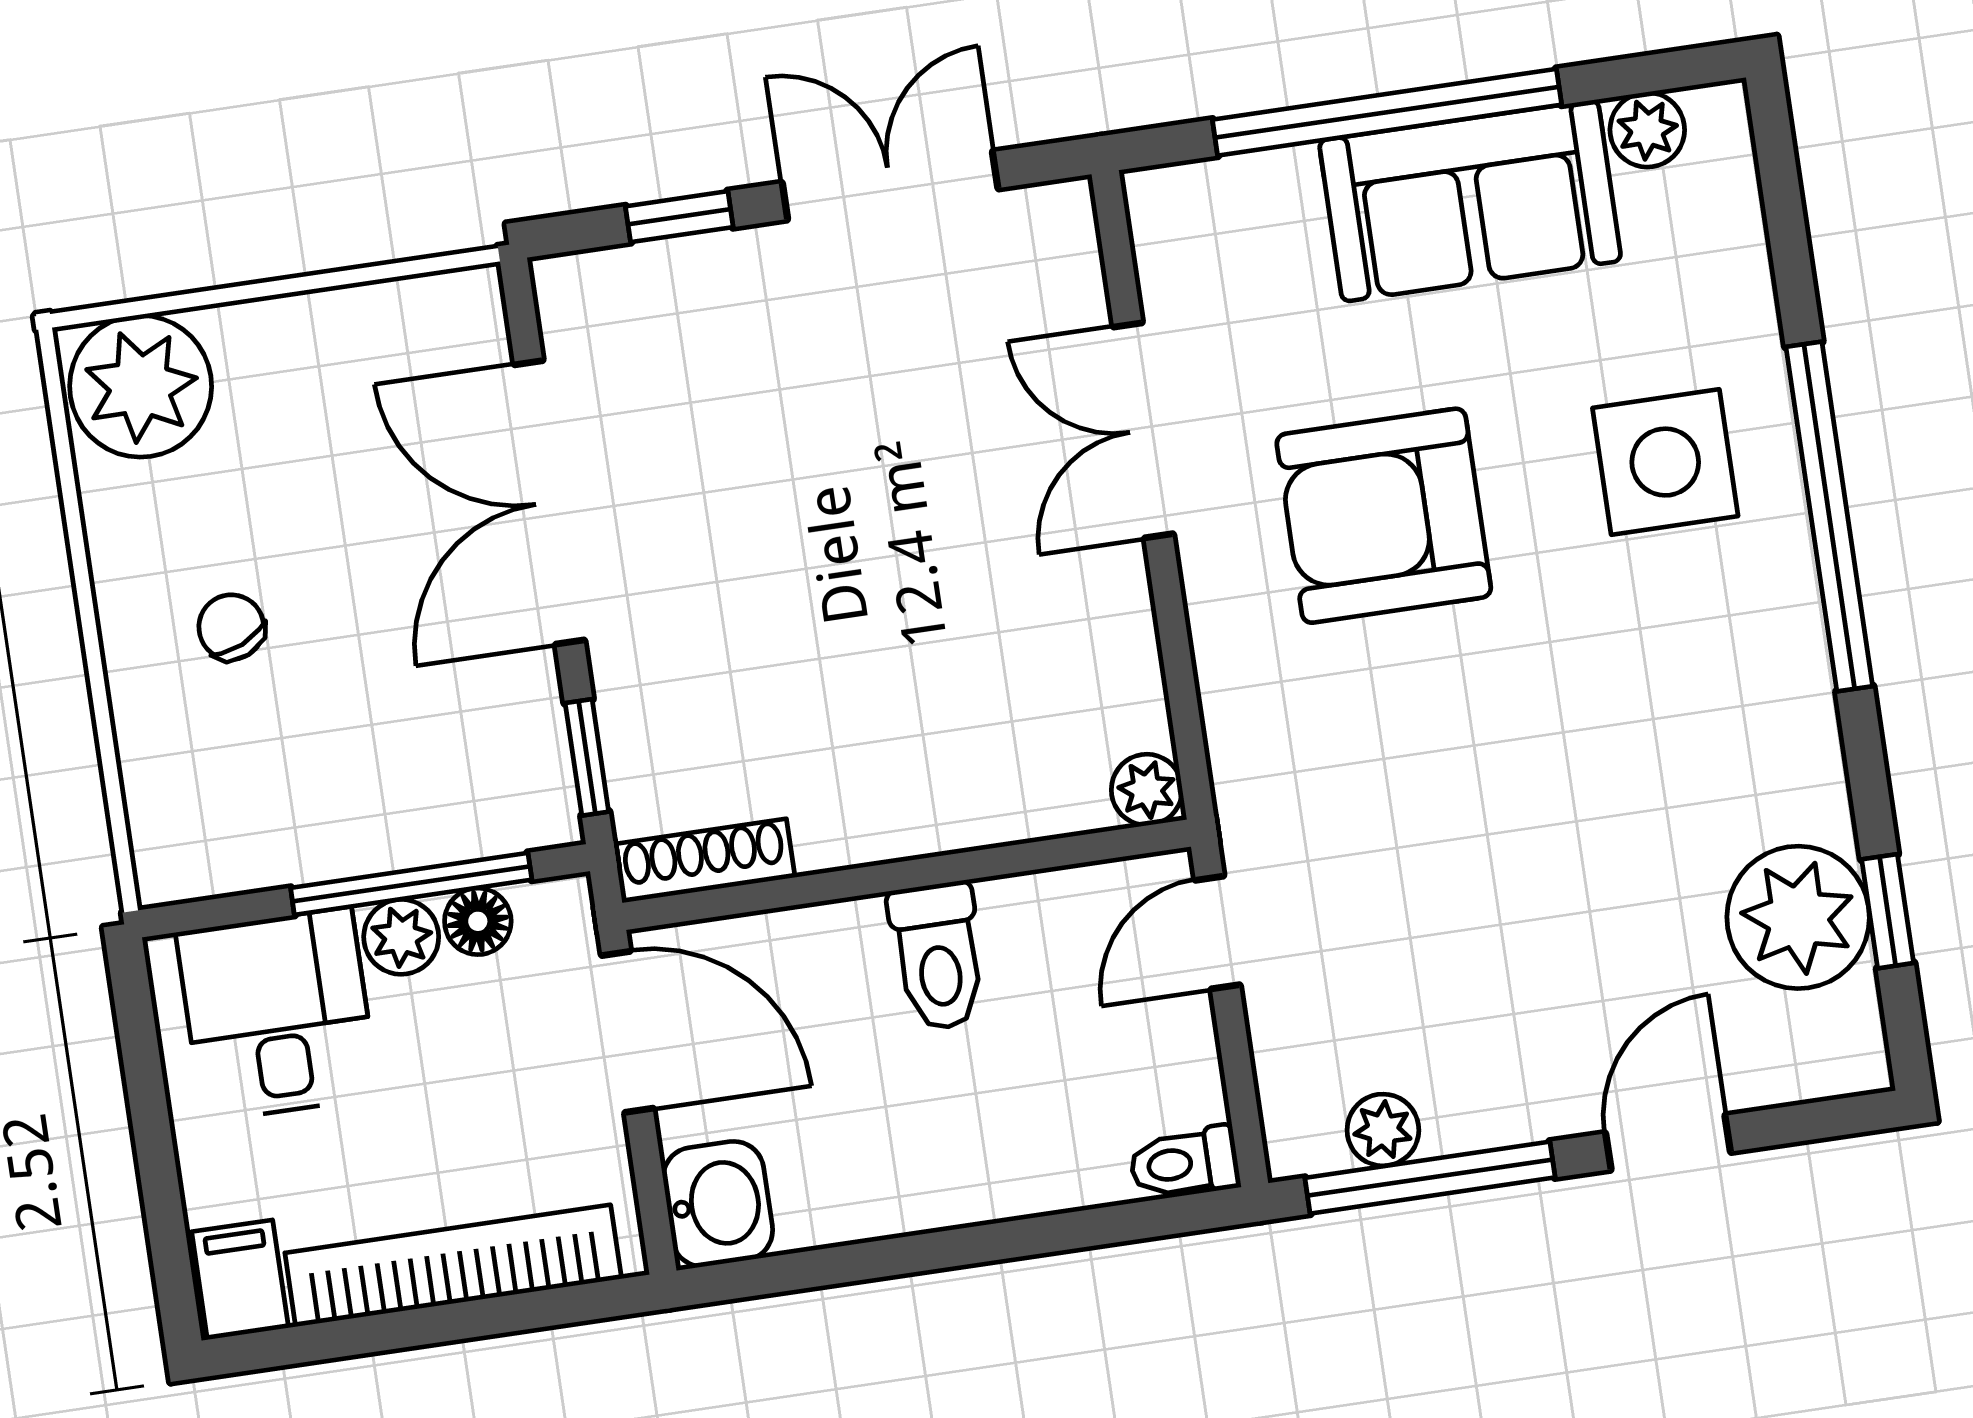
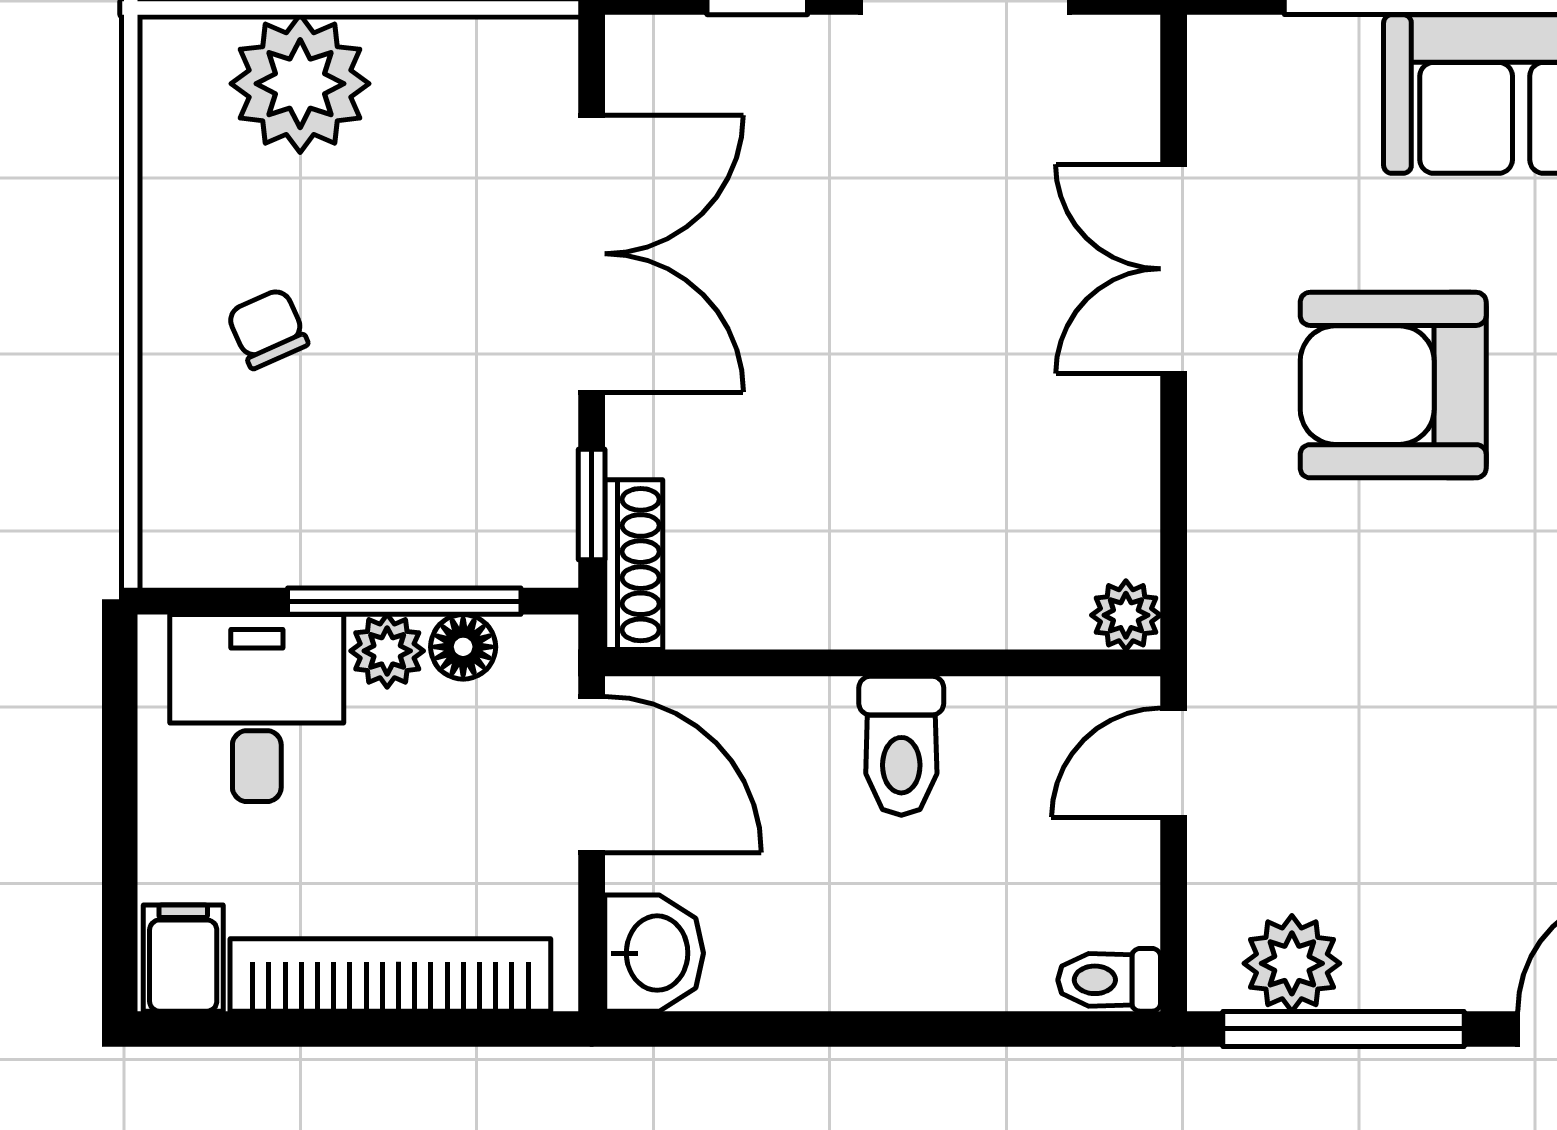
plant: (141, 386) -> (300, 84), moved
double door: (549, 502) -> (592, 254), swing flipped
shoe rack: (704, 861) -> (634, 565), moved, turned 90
plant: (1383, 1130) -> (1292, 963), width x1.38, depth x1.38

